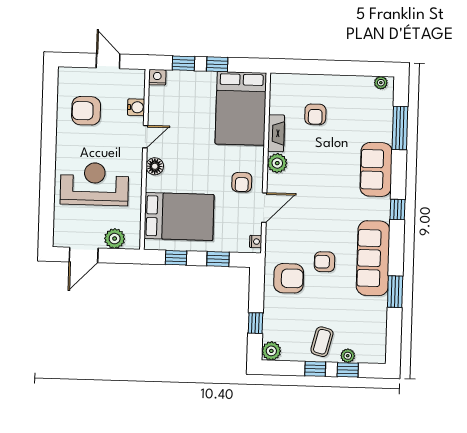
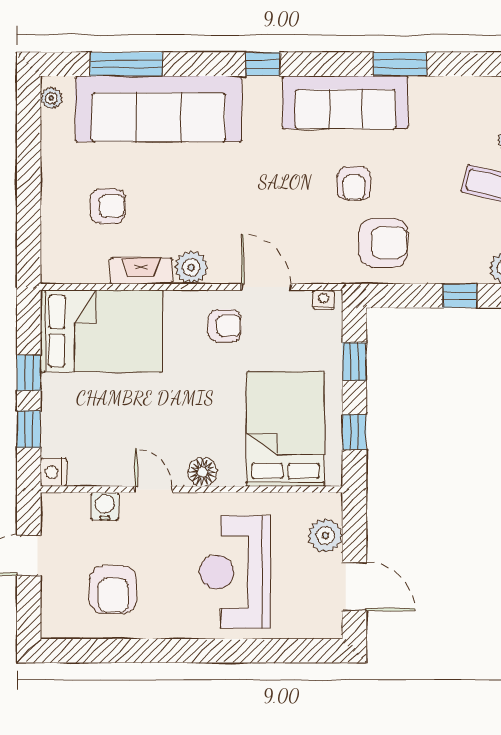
sofa: (376, 169) -> (159, 109), width x1.85, depth x1.27
armchair: (289, 278) -> (383, 243), turned 90

